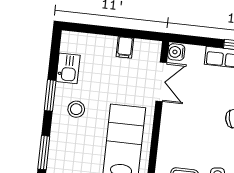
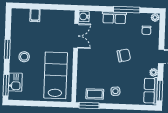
filing cabinet: (125, 47) -> (35, 15), moved
kitchen sink: (68, 68) -> (15, 82), moved

